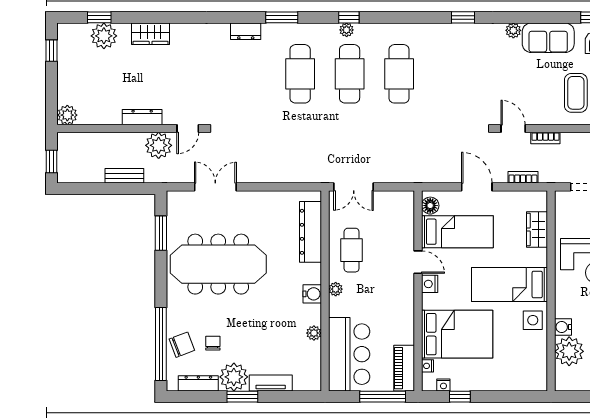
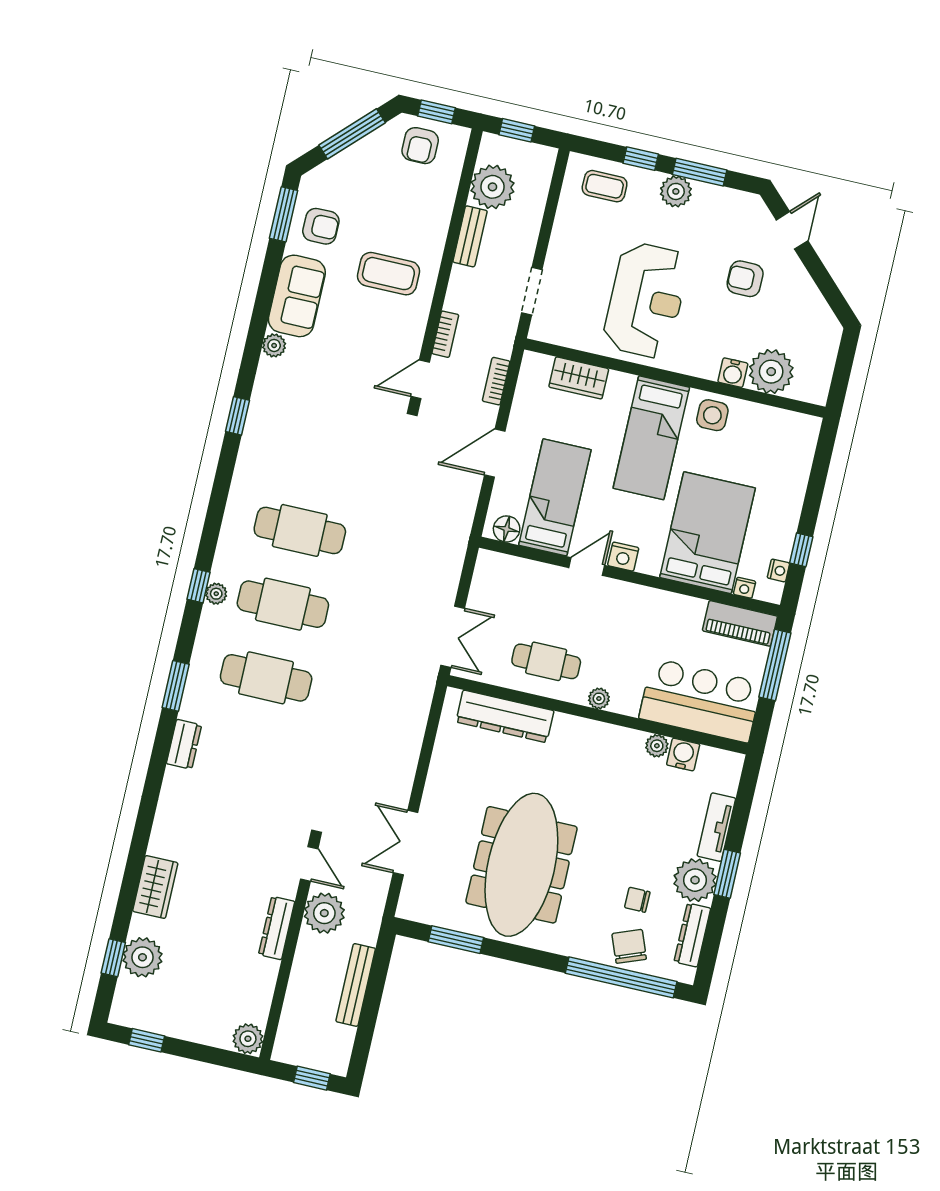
bench: (124, 176) -> (356, 985), width x1.36
water cooler: (312, 294) -> (683, 754), moved

